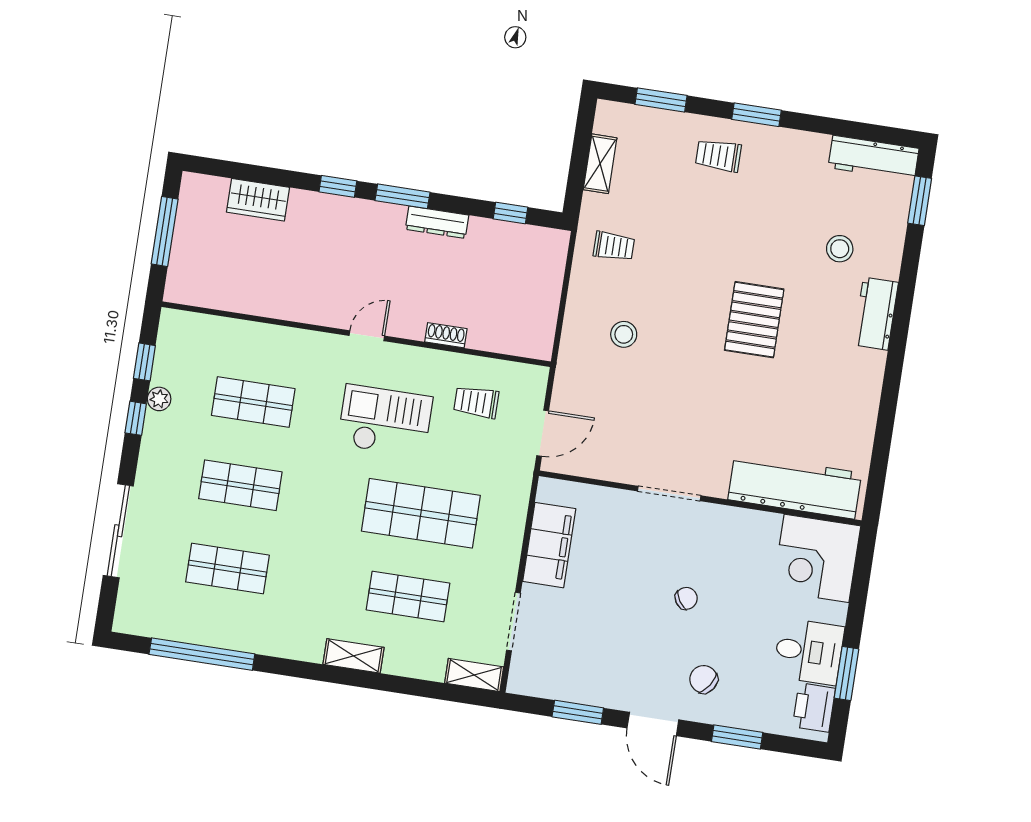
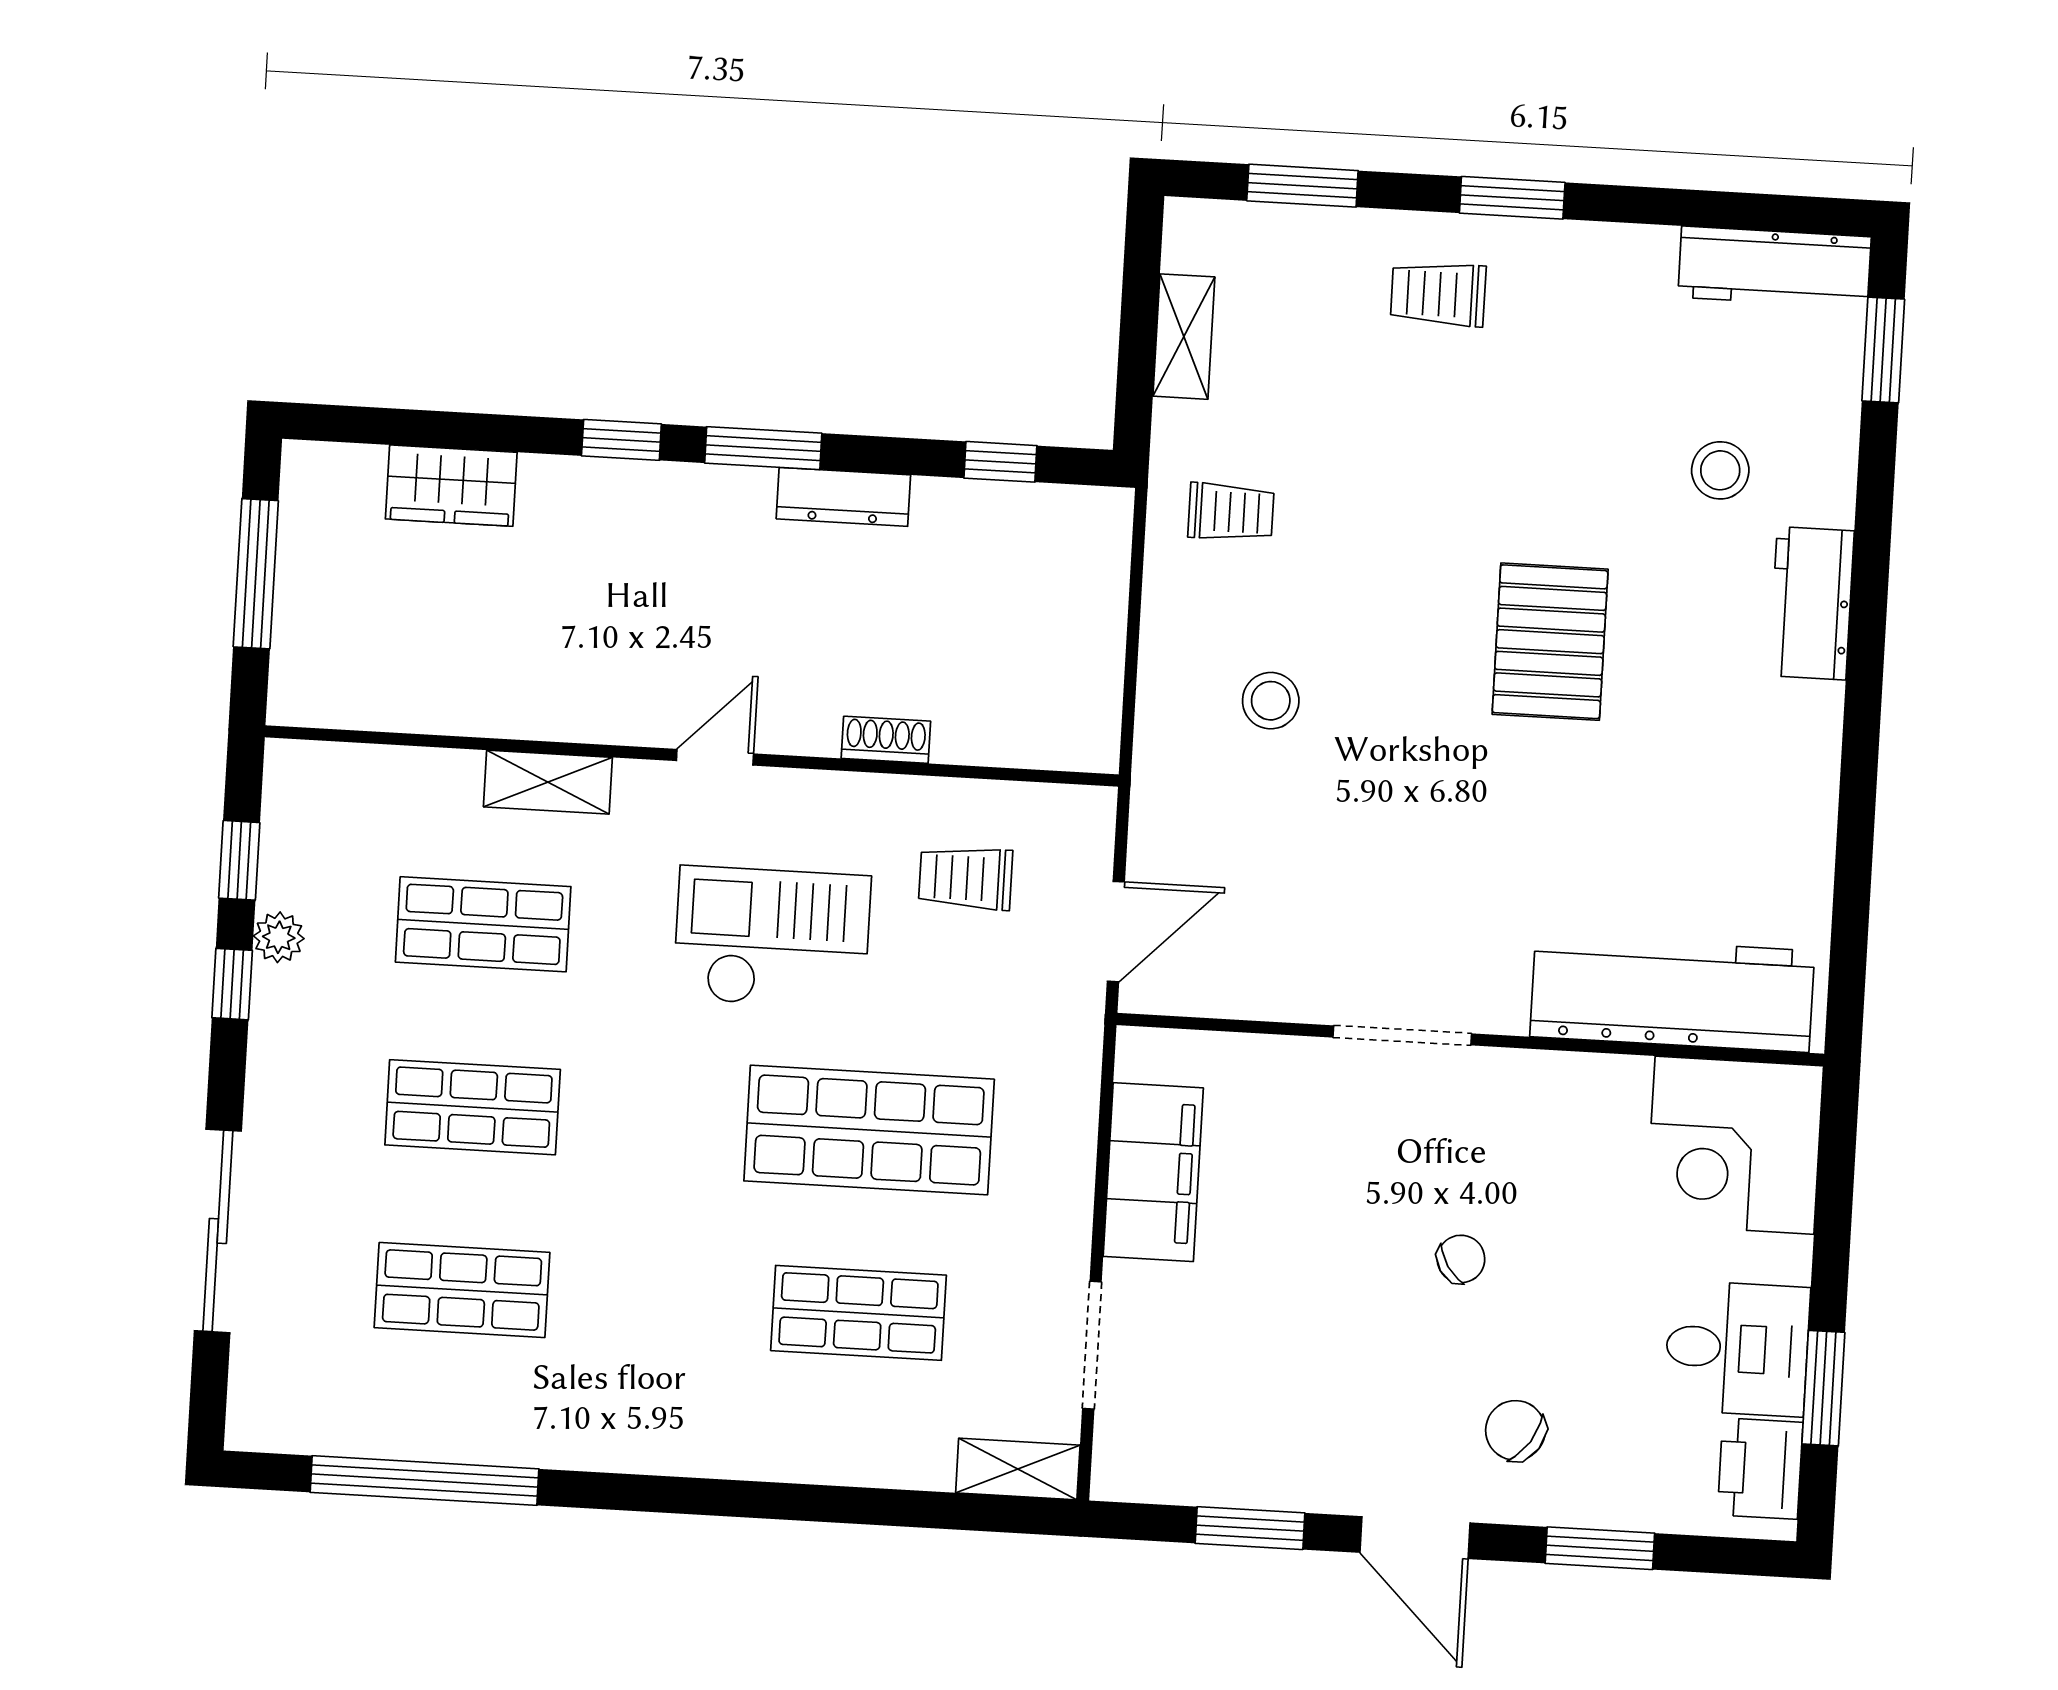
shelving: (354, 656) -> (548, 782), moved

